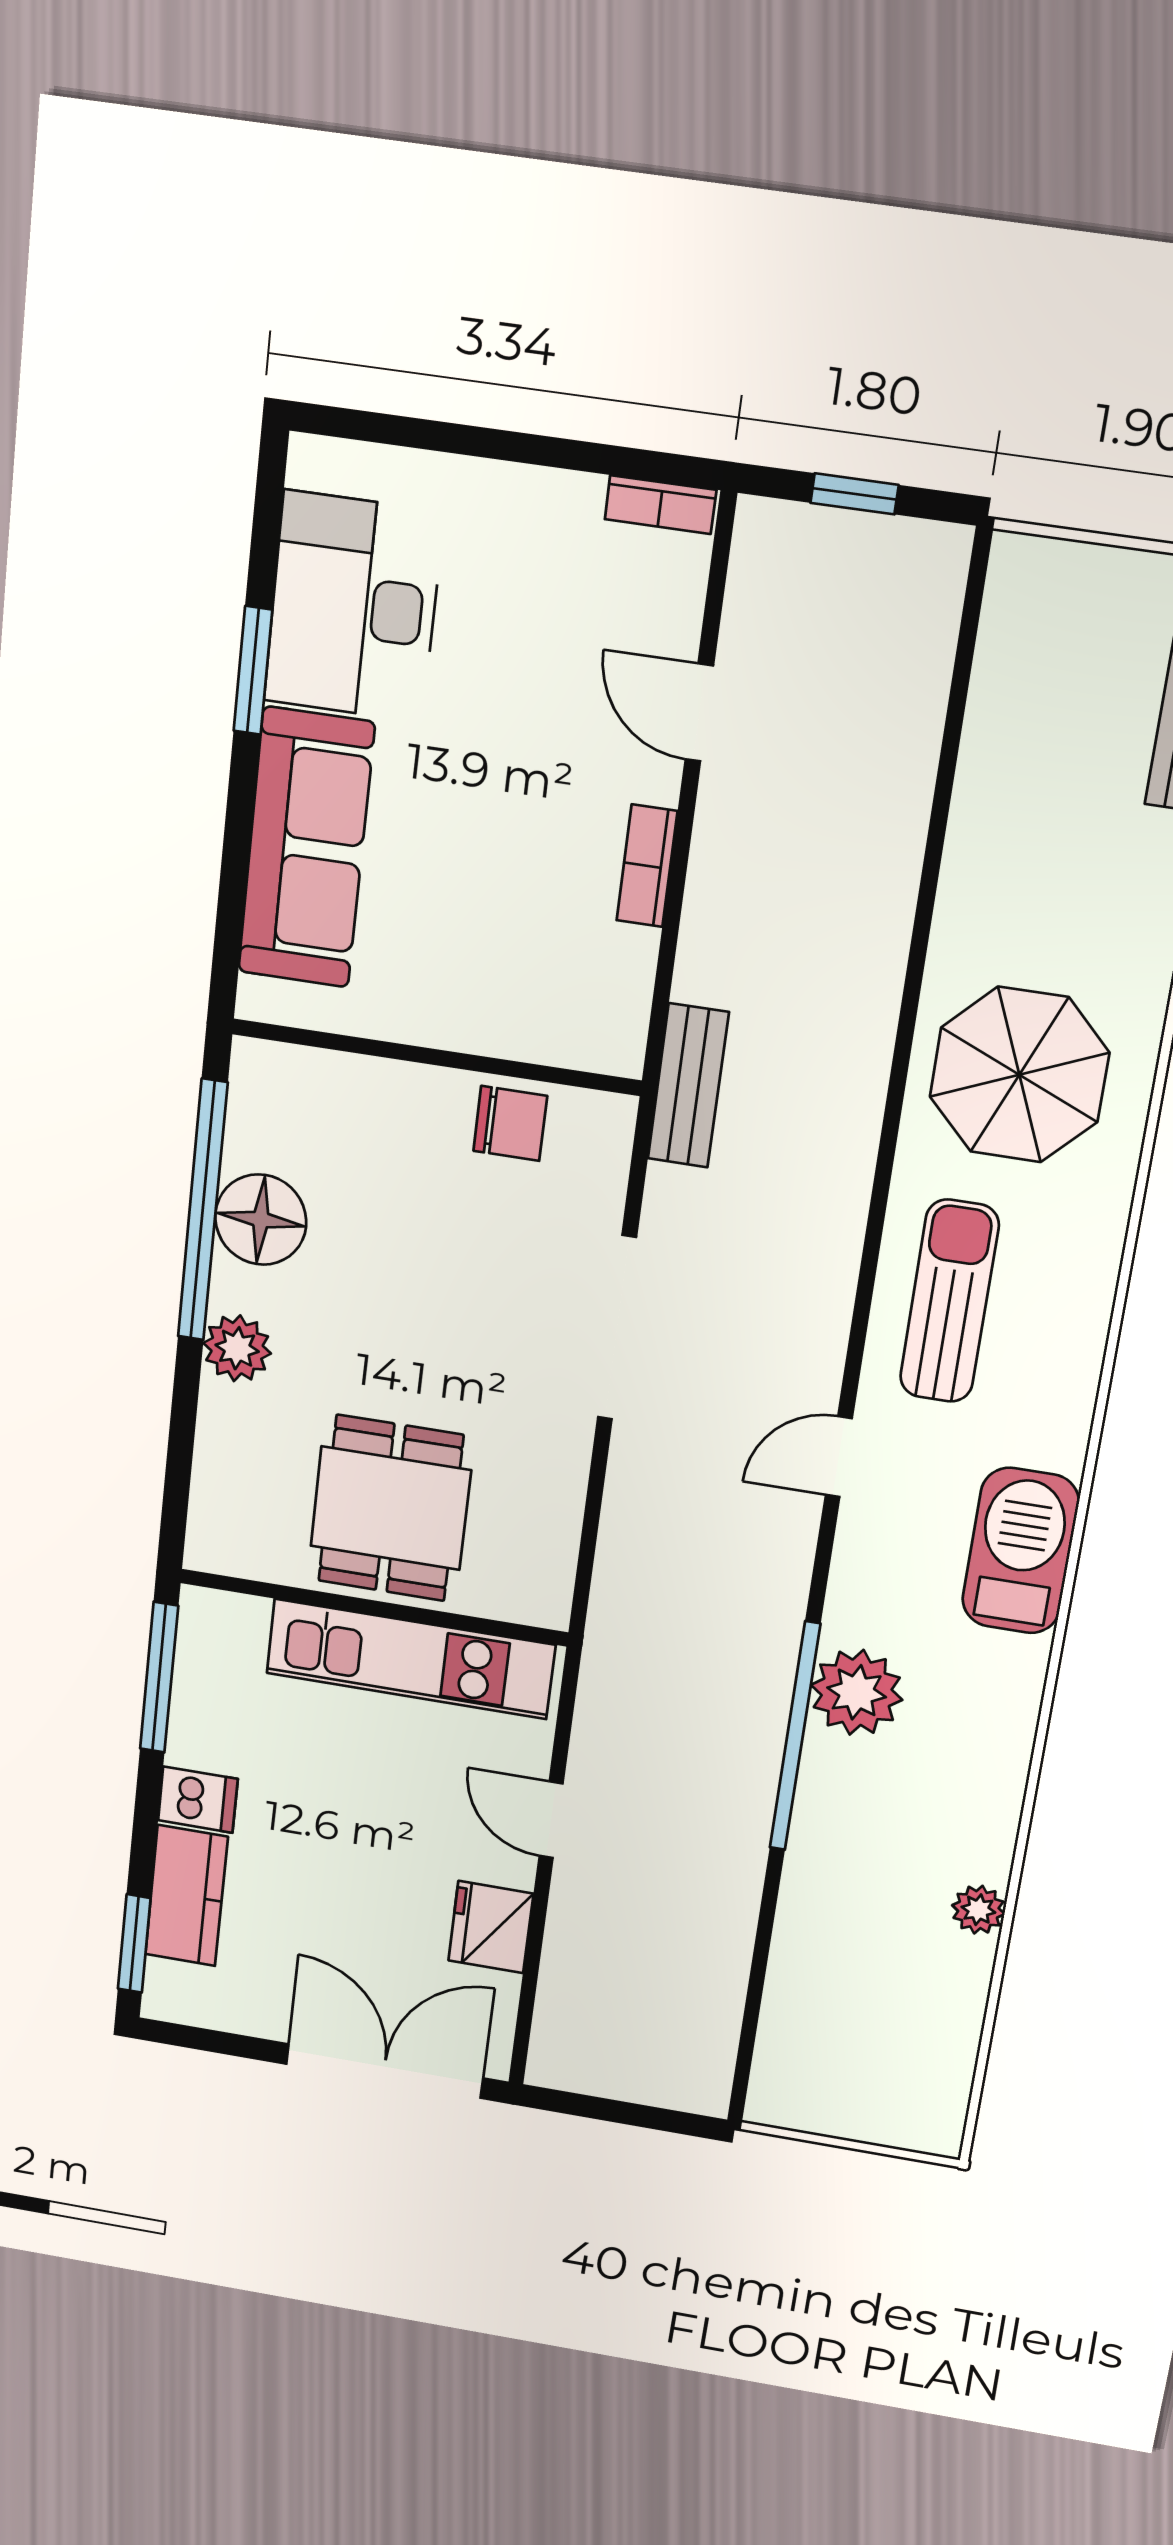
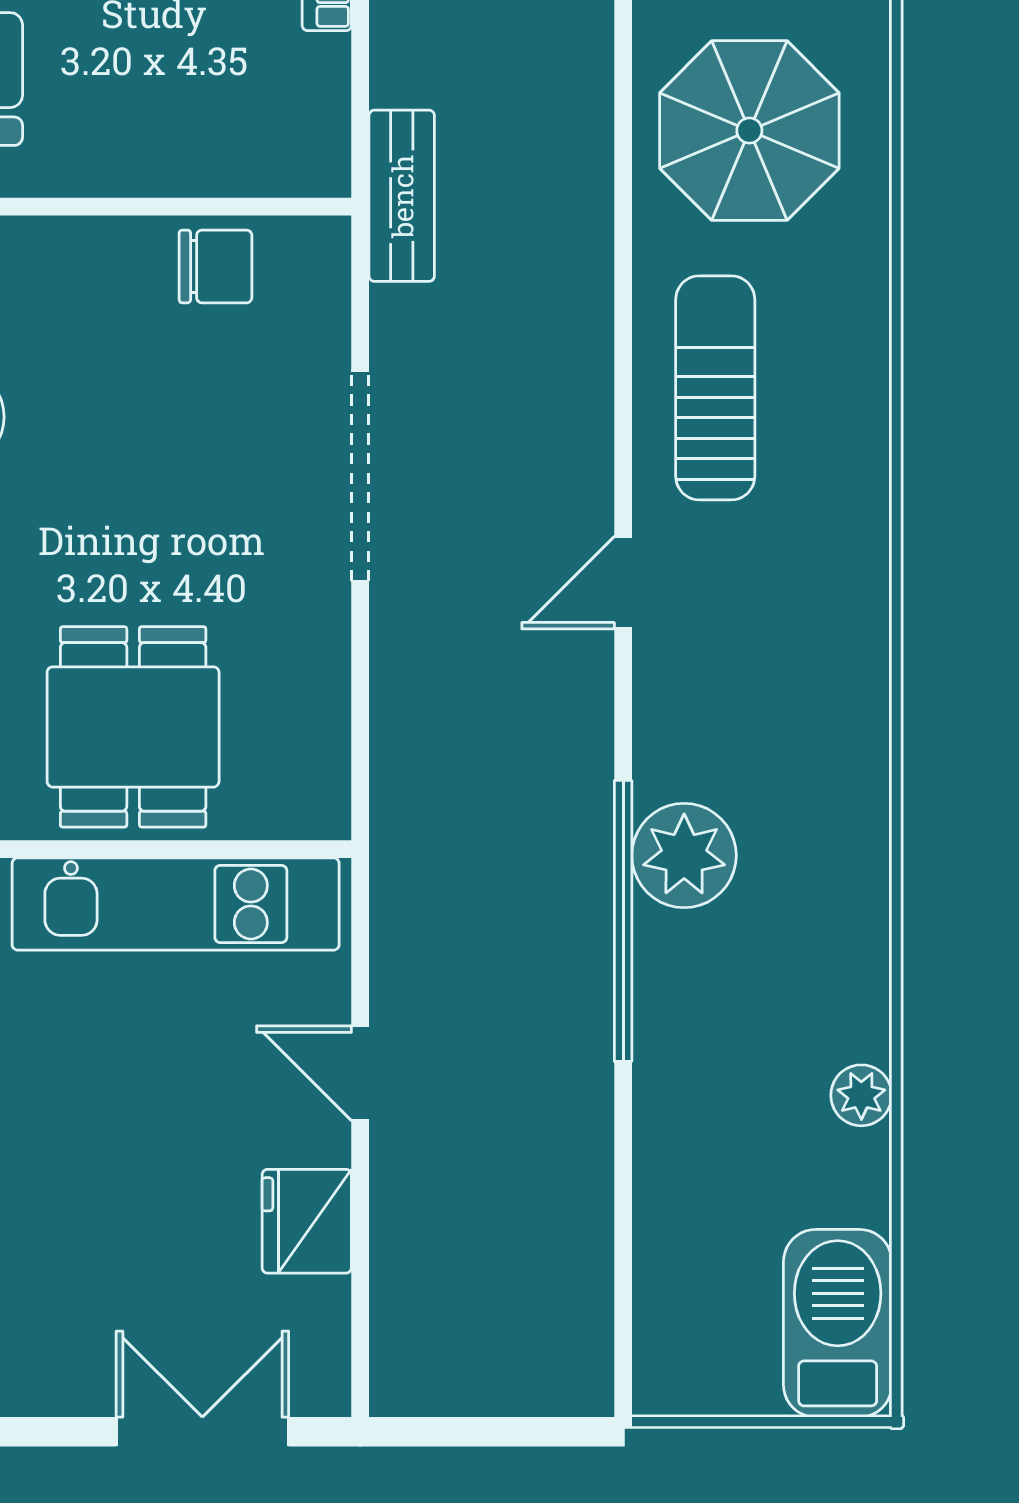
barbecue: (1020, 1551) -> (838, 1323), moved
double door: (384, 2071) -> (202, 1432), width x0.73

